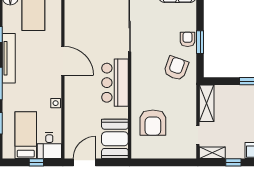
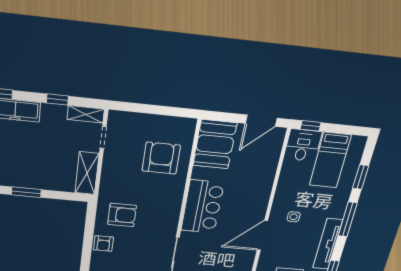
window: (200, 42) -> (88, 239), removed
door: (63, 61) -> (262, 235), hinge flipped
armchair: (176, 68) -> (122, 215), turned -110
side table: (56, 103) -> (294, 217), moved
window: (36, 162) -> (311, 126), moved

